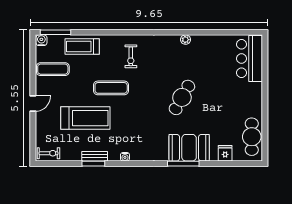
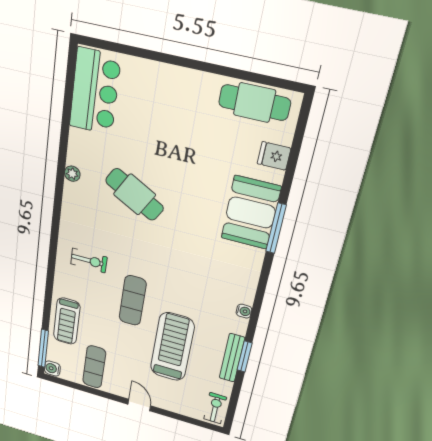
bar counter: (250, 59) -> (95, 92), moved, turned -90
cafe table: (182, 97) -> (135, 194), moved
bench: (95, 156) -> (232, 358), width x1.36

